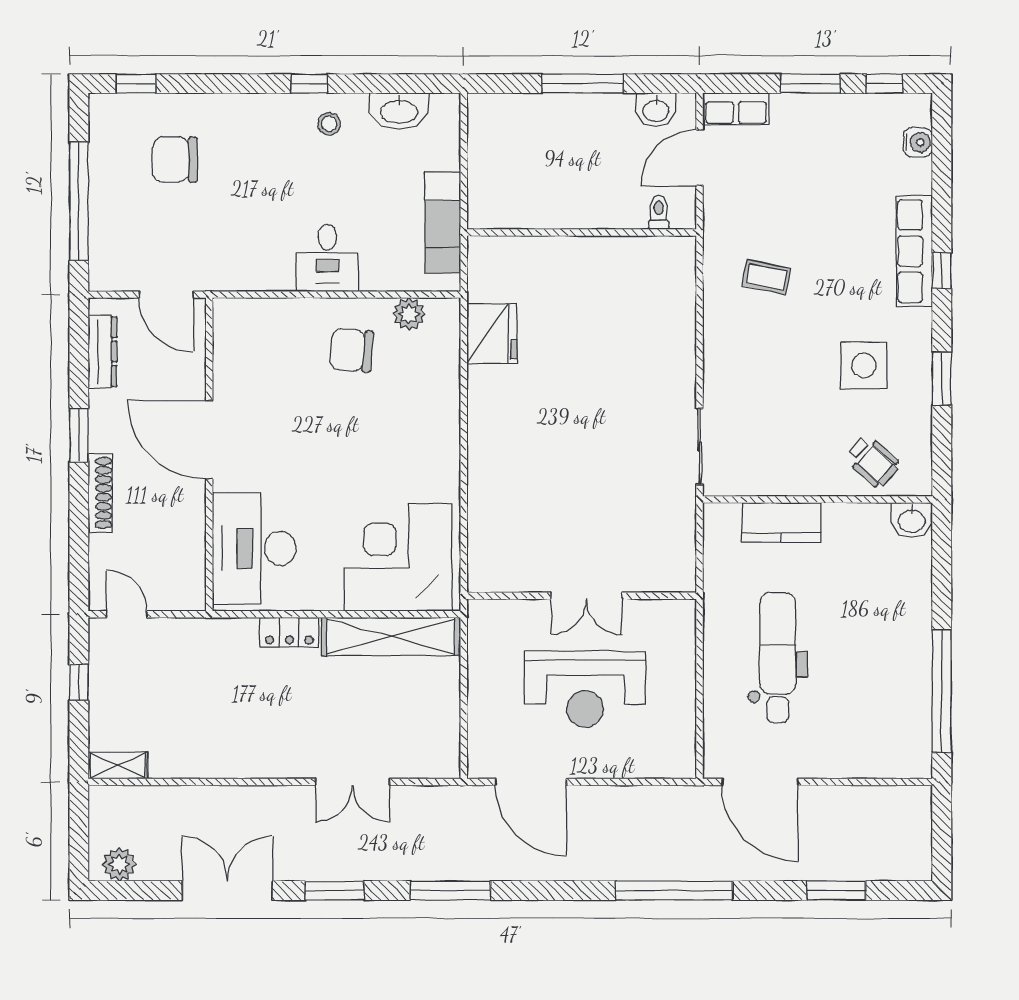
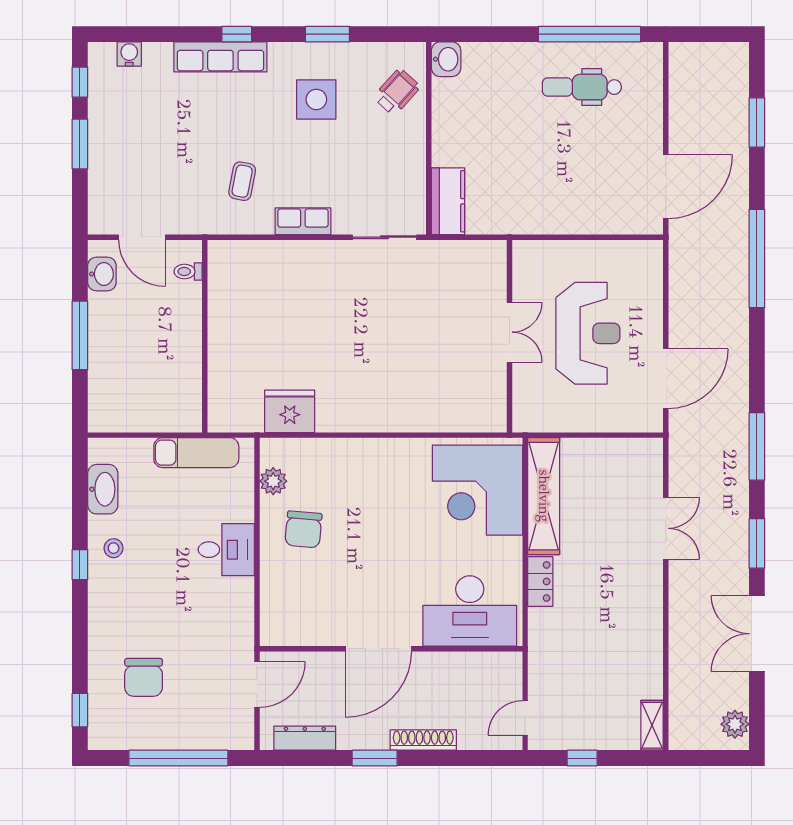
row of seats: (736, 109) -> (303, 221), moved, turned -90
kitchen counter: (781, 522) -> (448, 201), moved
dental chair: (778, 658) -> (582, 87), moved, width x0.73, depth x0.72

